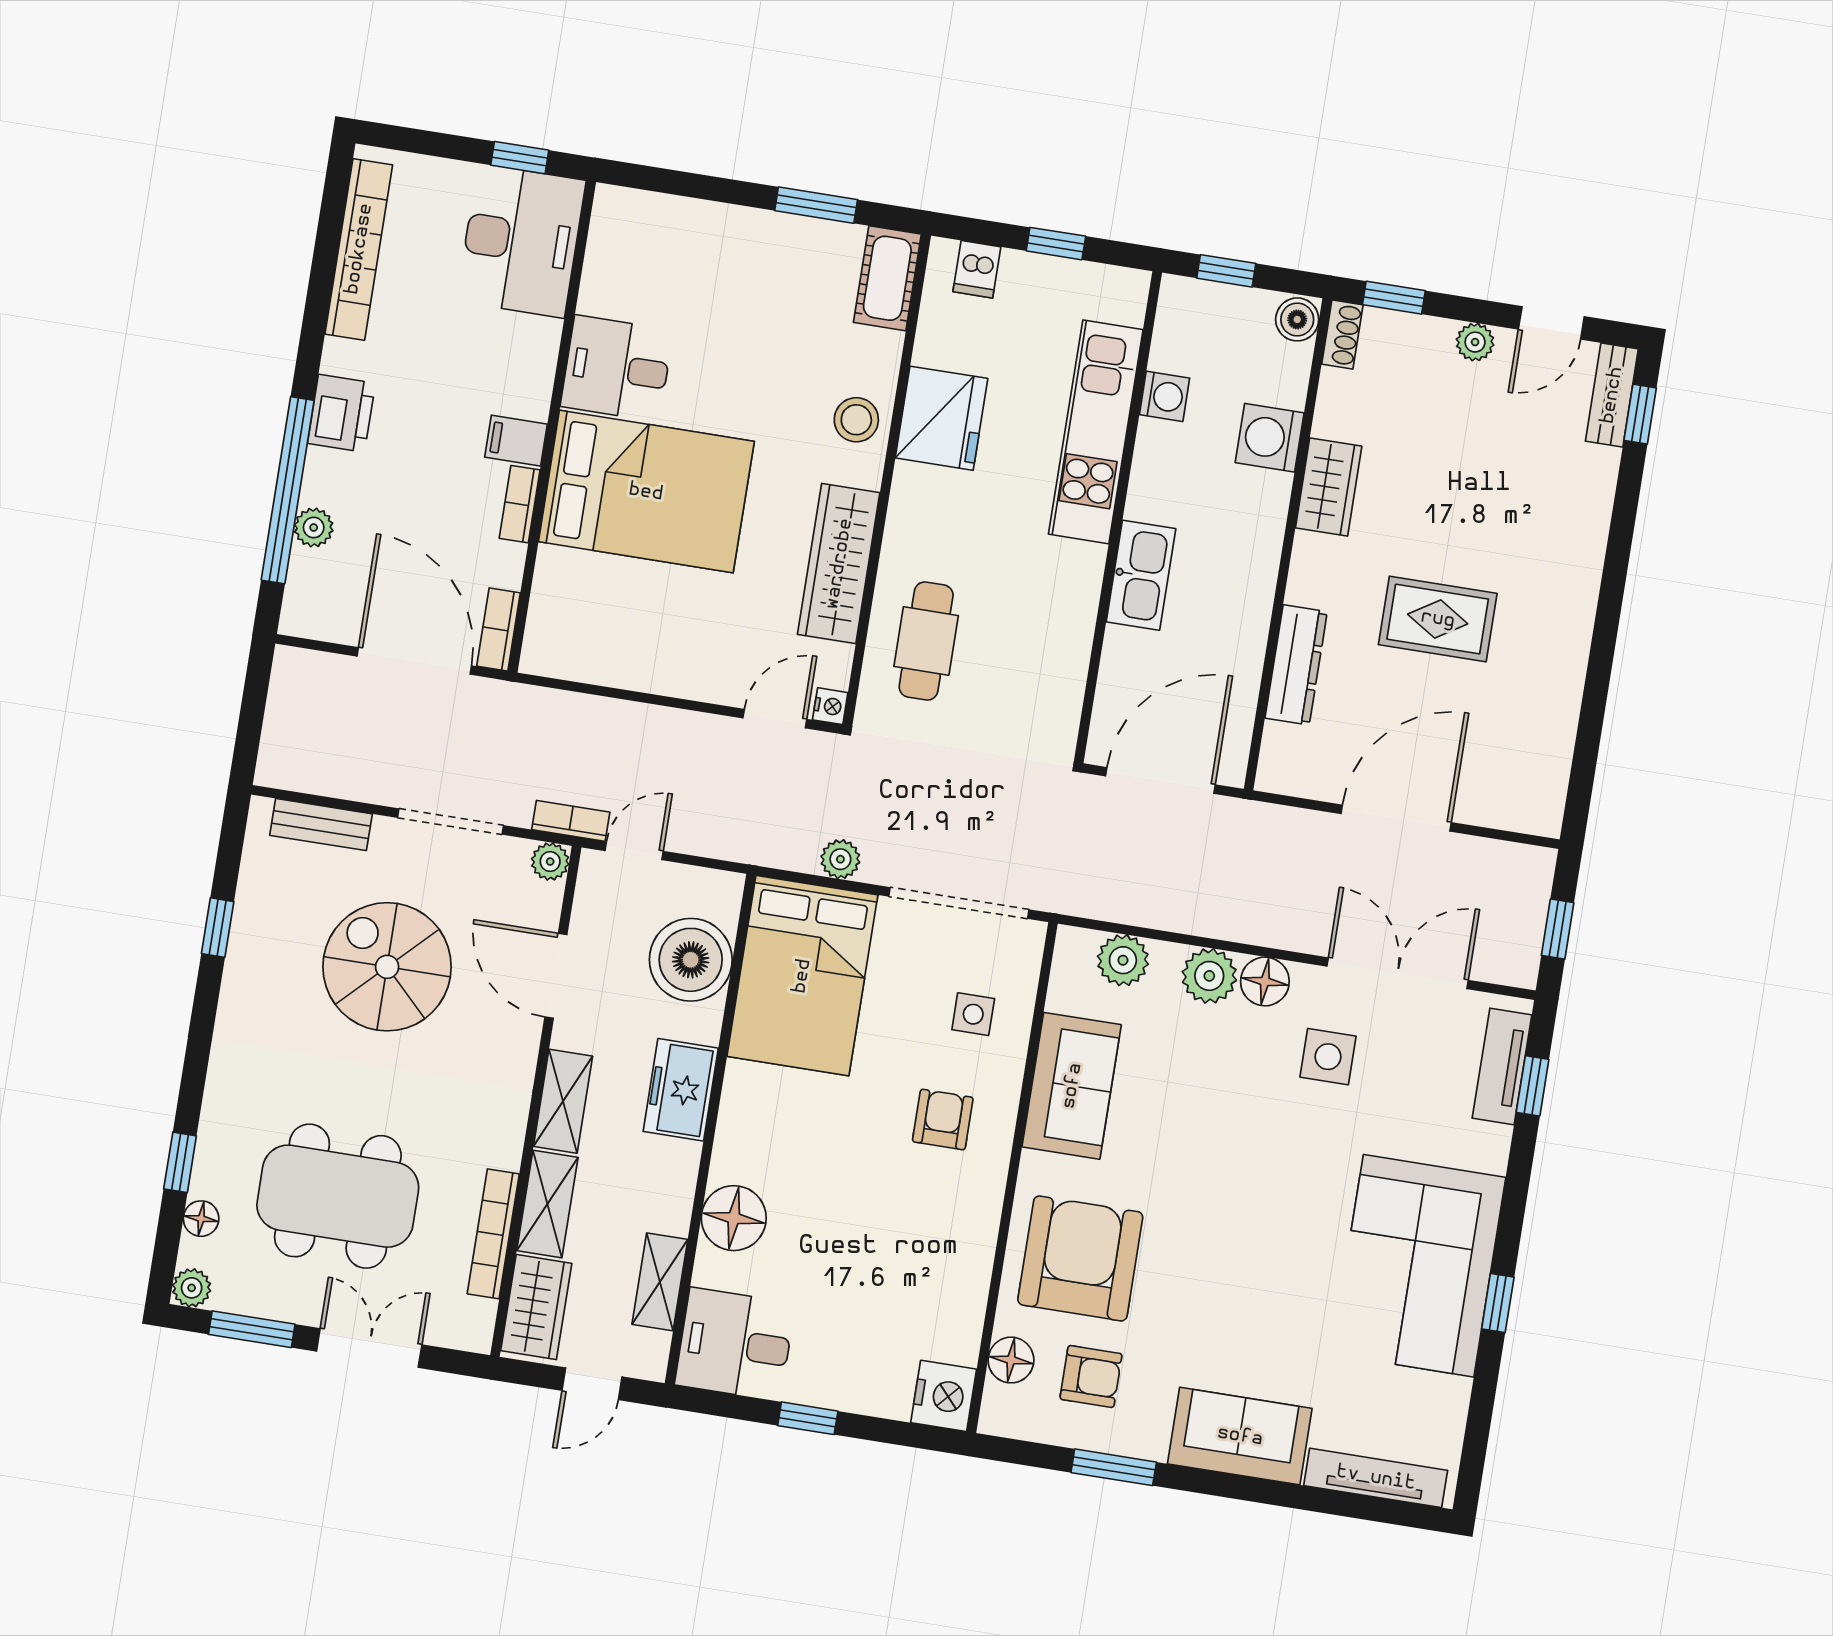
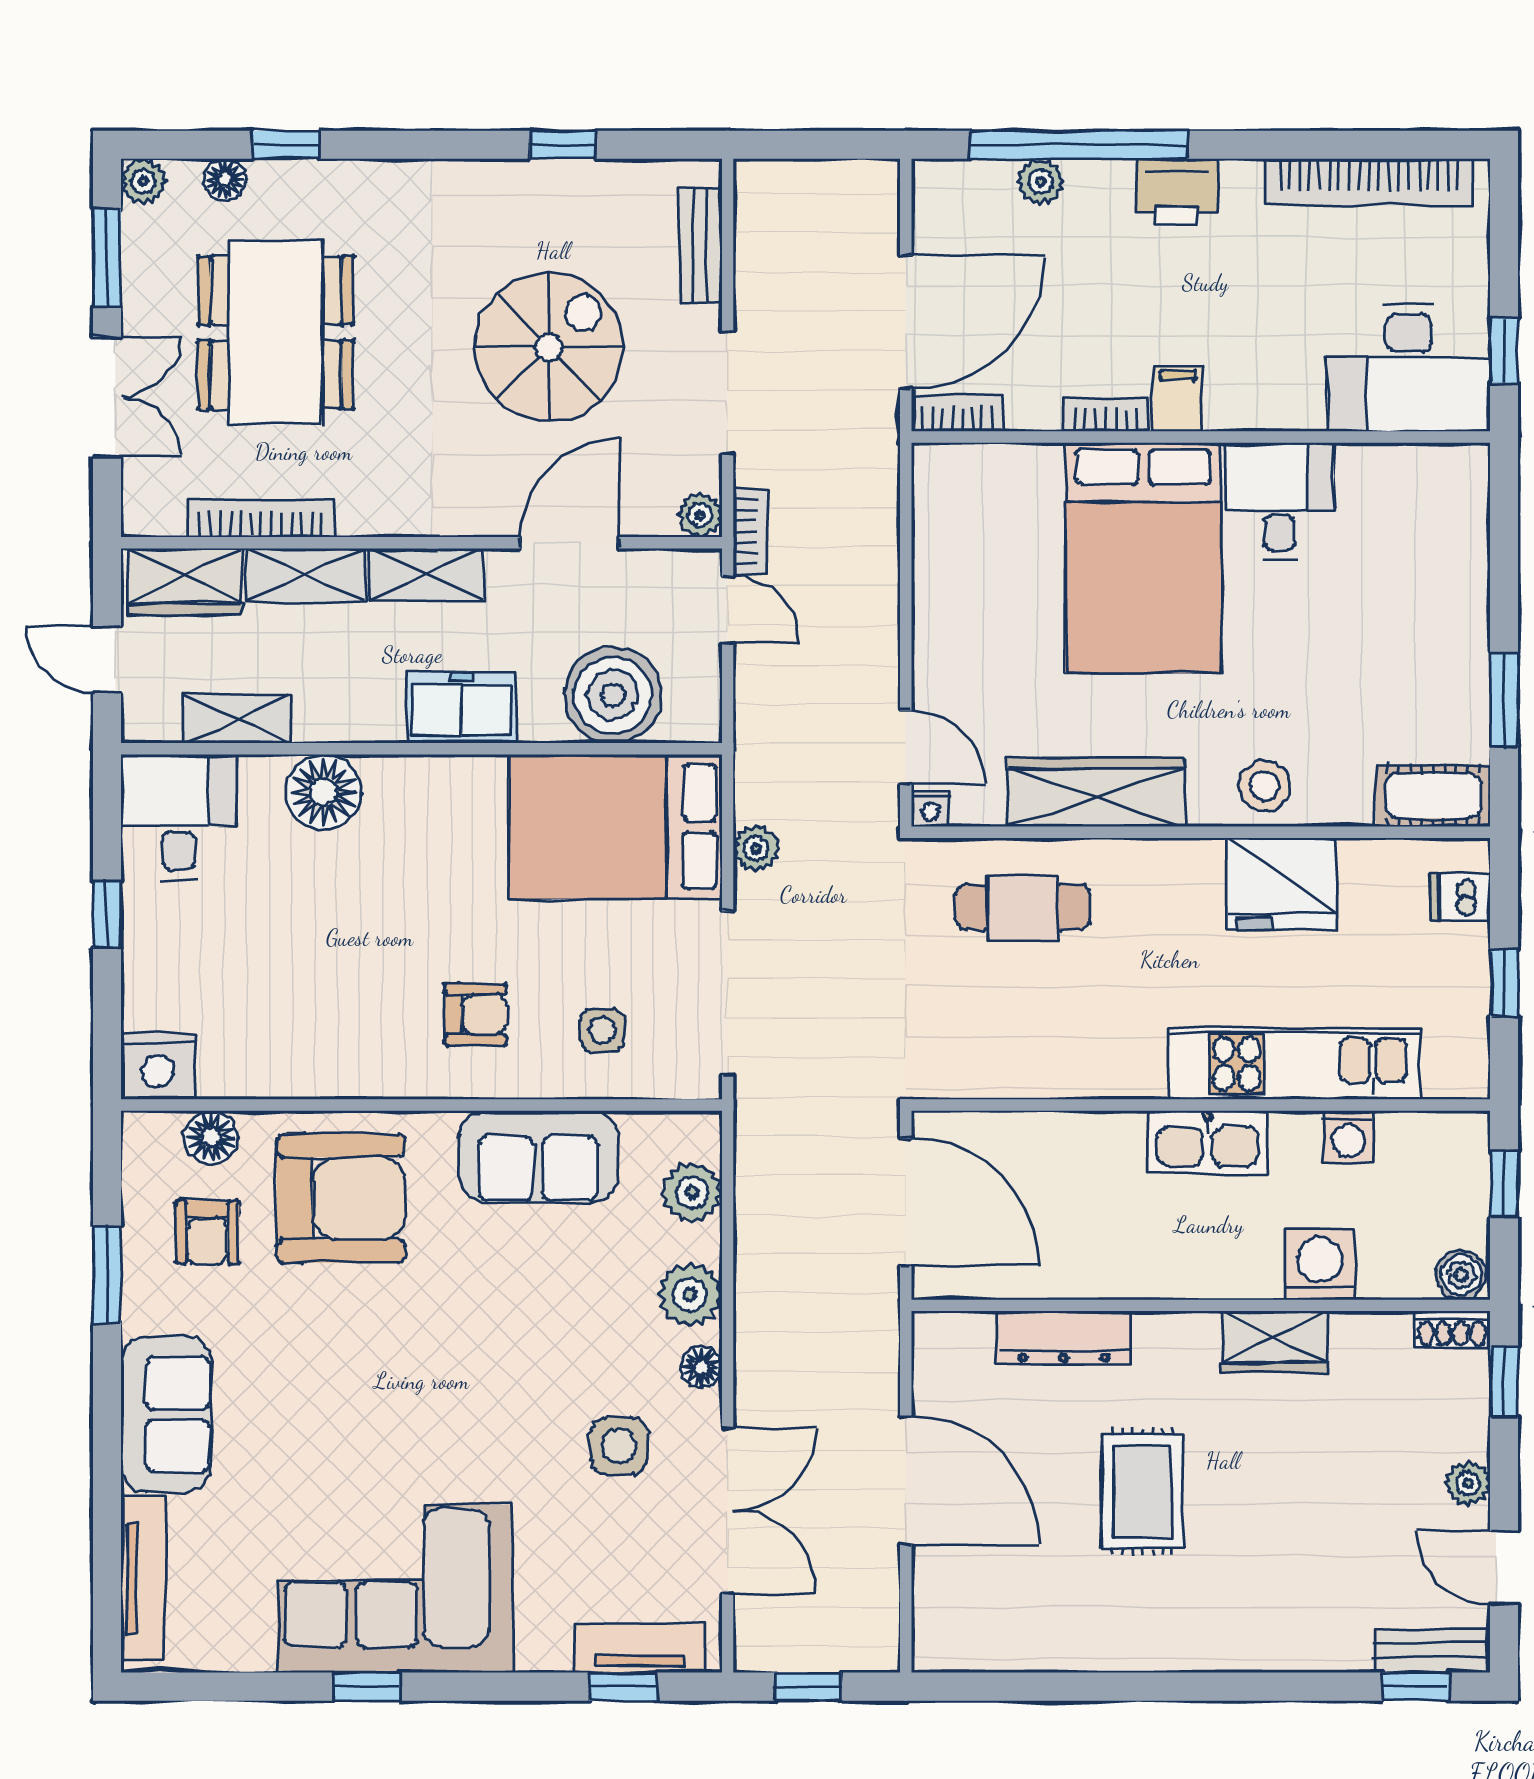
kitchen sink: (1141, 575) -> (1208, 1142), moved
floor lamp: (1265, 981) -> (701, 1367), width x0.73, depth x0.73

